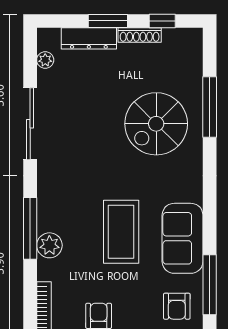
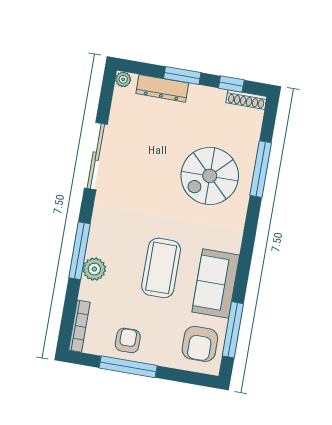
shoe rack: (140, 35) -> (246, 100), moved
plant: (45, 60) -> (123, 79), moved
armchair: (177, 306) -> (200, 344), width x1.38, depth x1.38

